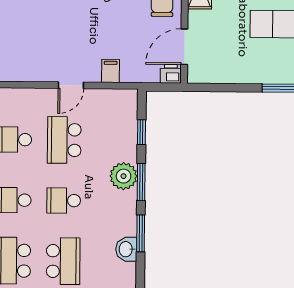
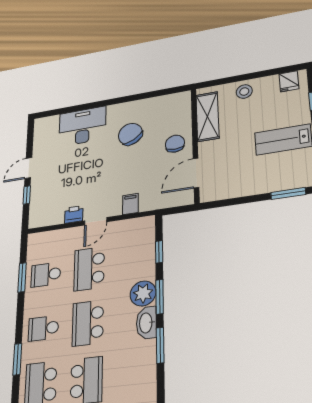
printer: (171, 74) -> (74, 214), moved
school desk: (64, 201) -> (88, 323), width x1.85
washbasin: (126, 249) -> (146, 323), moved, width x1.38

